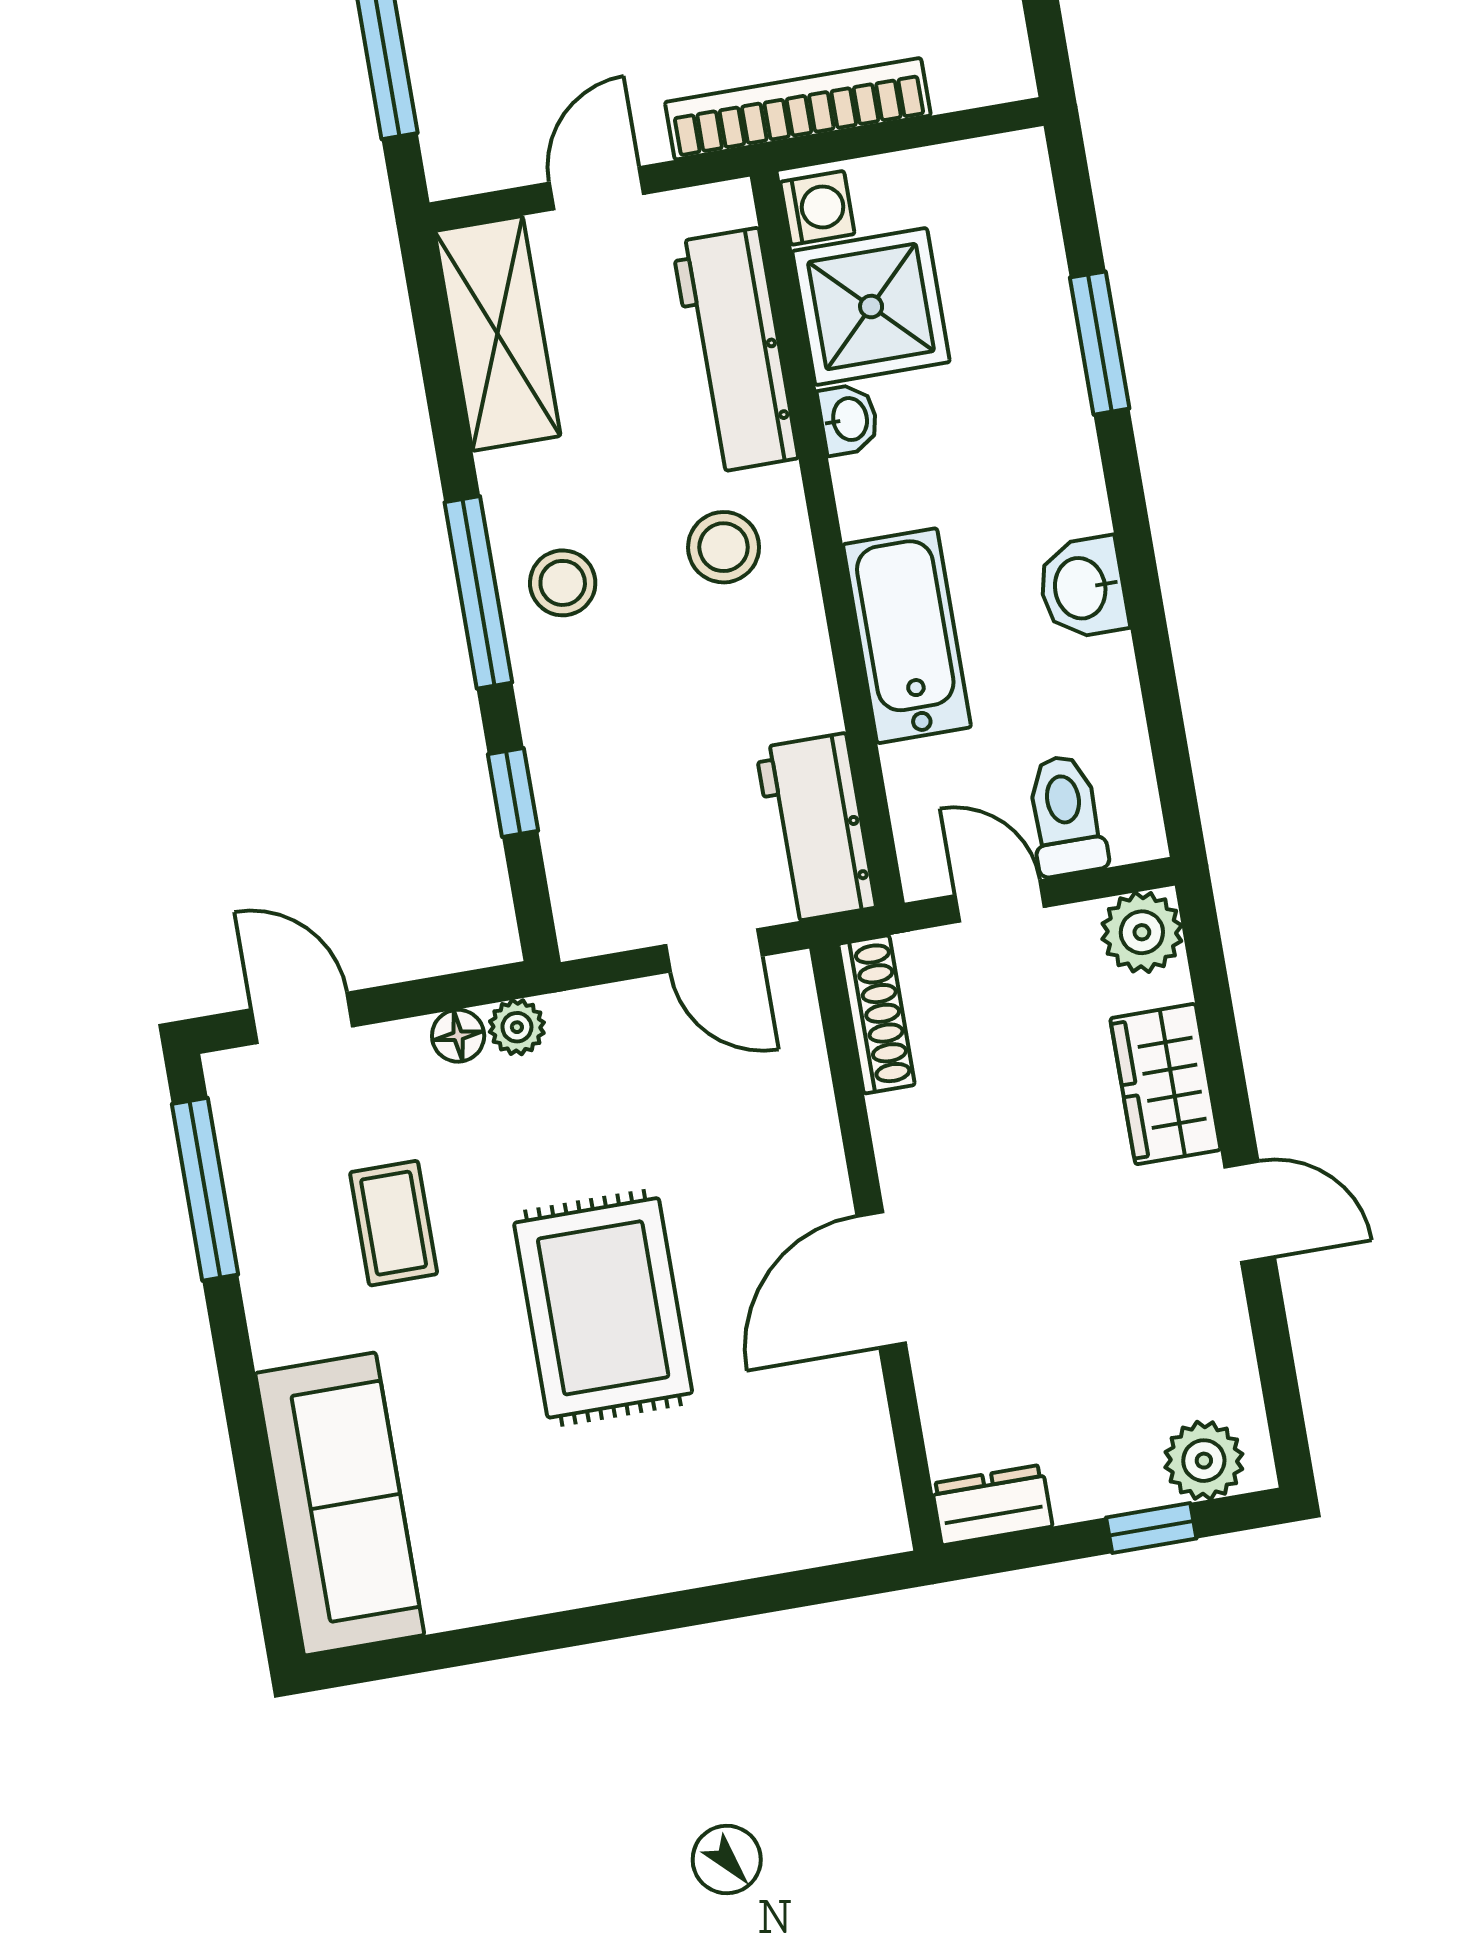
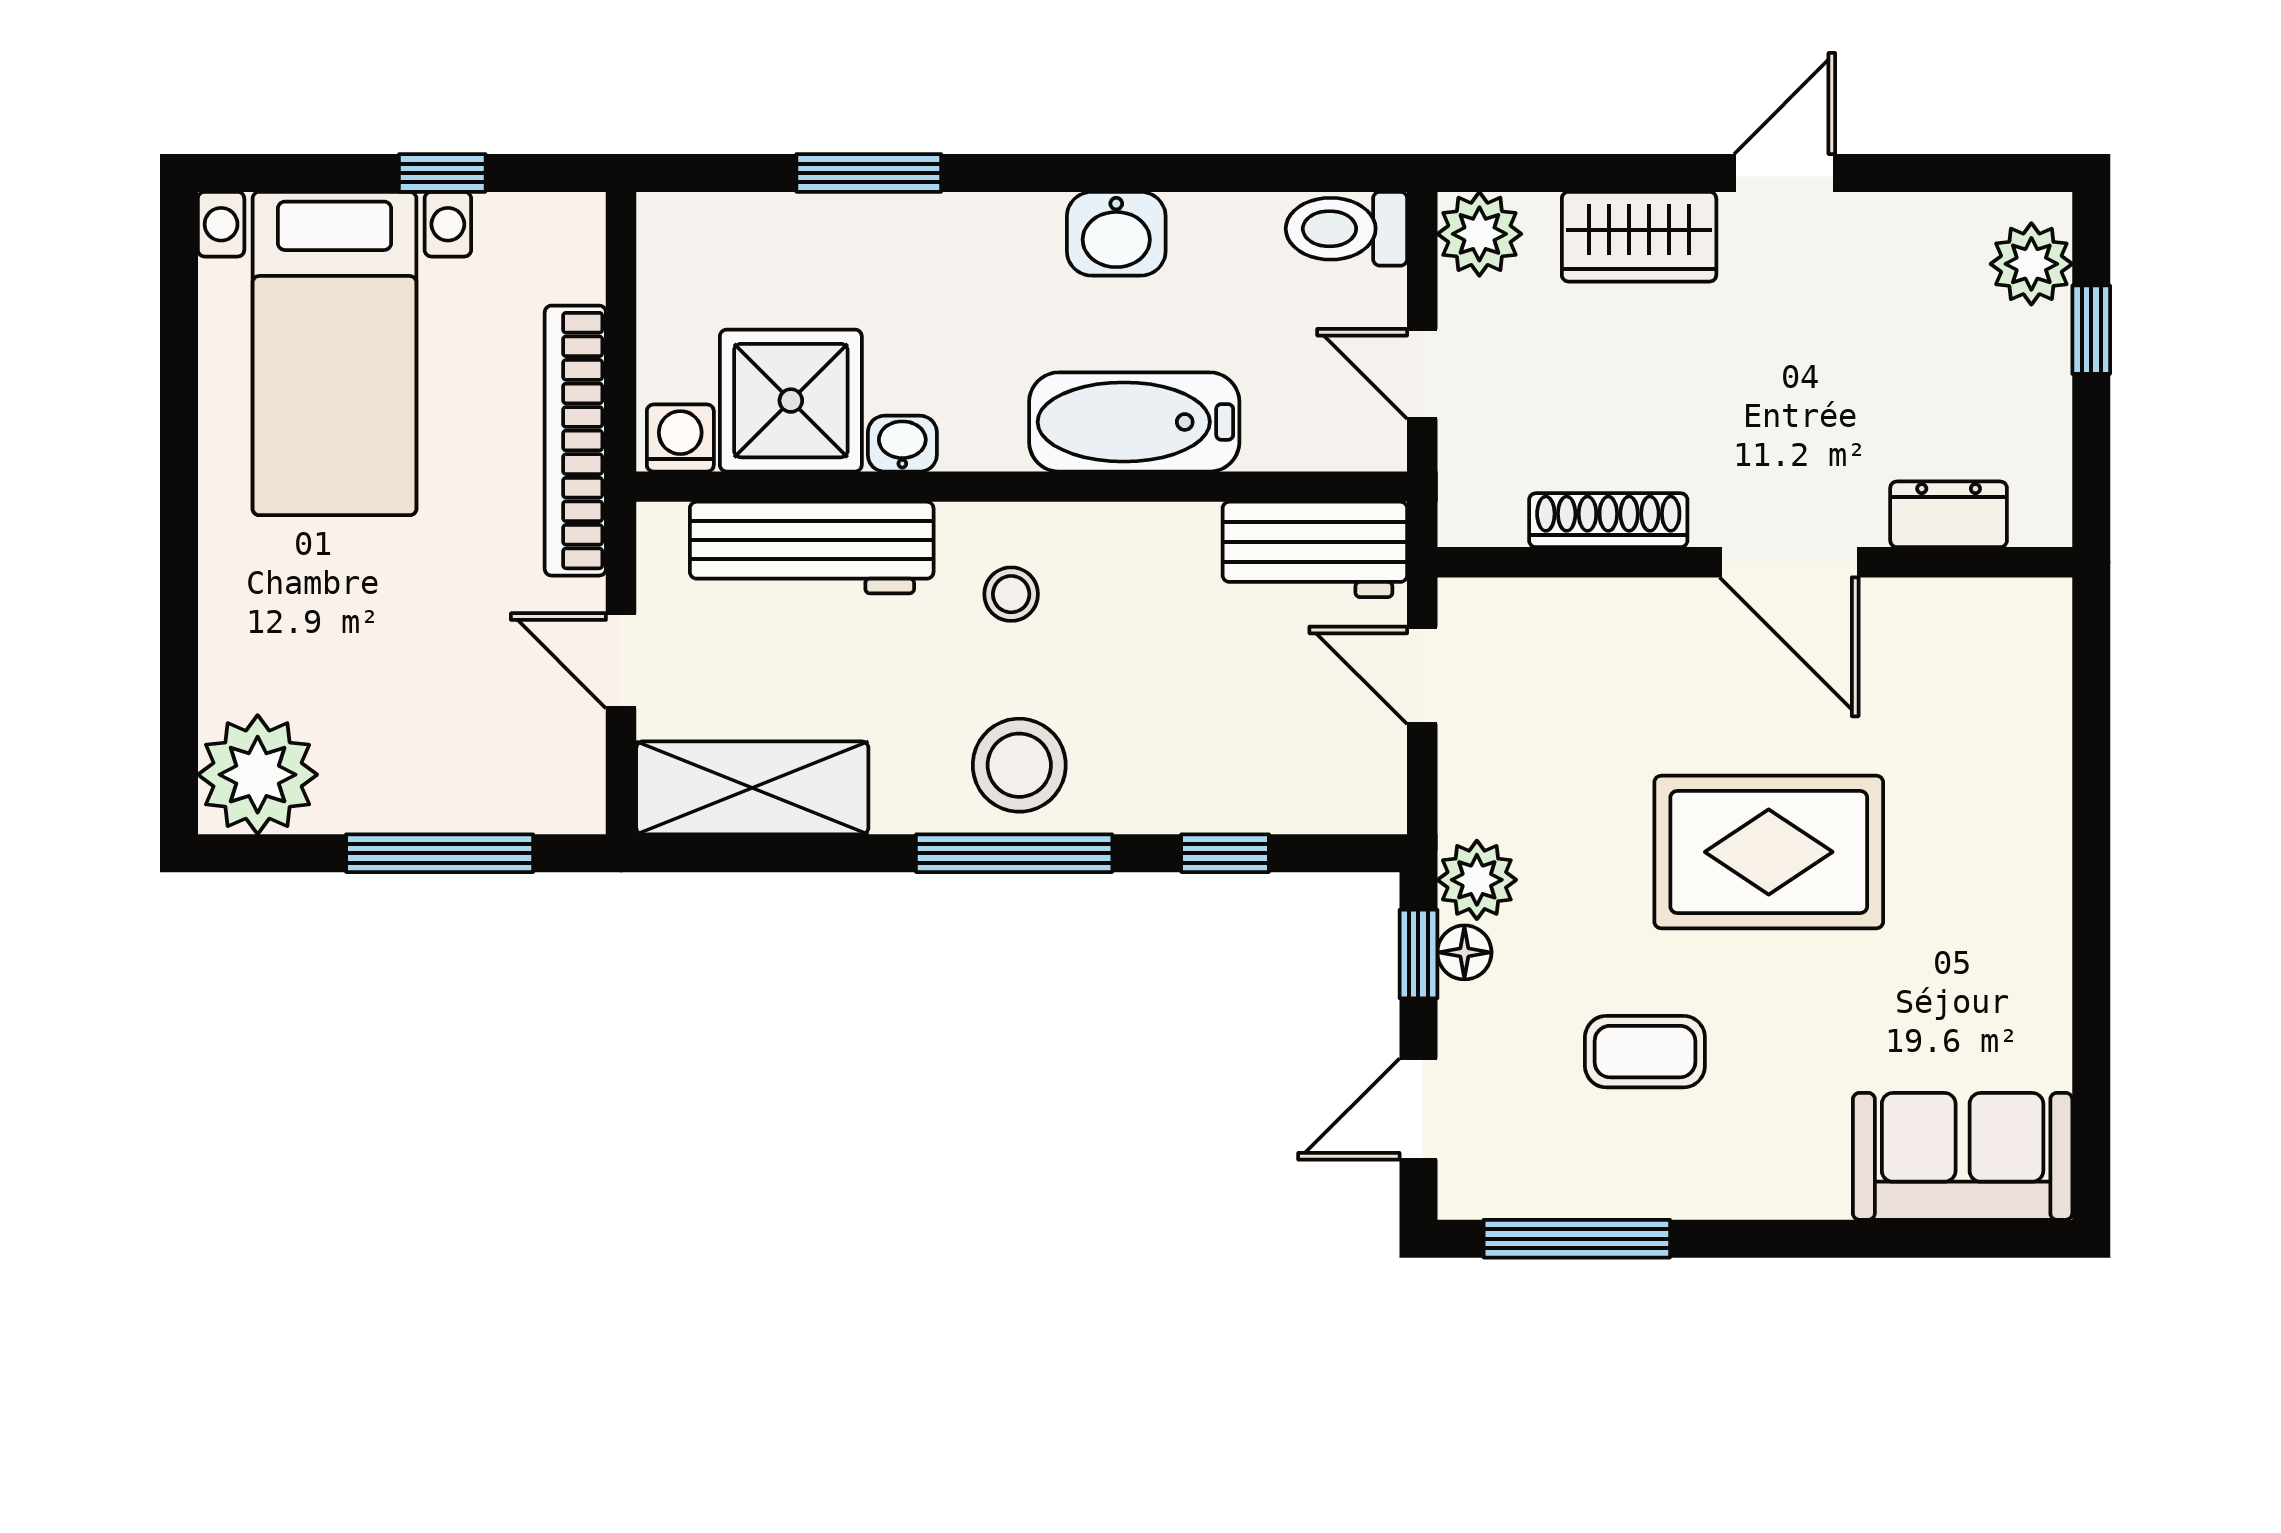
stool: (724, 547) -> (1011, 594), width x0.73, depth x0.73
stool: (563, 583) -> (1019, 765), width x1.38, depth x1.38
toilet: (1066, 816) -> (1346, 229), moved
door: (1000, 901) -> (1422, 374), hinge flipped
door: (714, 950) -> (1422, 675), swing flipped
window: (449, 992) -> (1418, 954), added
shoe rack: (876, 1014) -> (1608, 520), moved
plant: (517, 1027) -> (1477, 880), width x1.38, depth x1.38
sofa: (340, 1504) -> (1963, 1156), width x0.73
dresser: (992, 1505) -> (1949, 514), moved, turned 90

